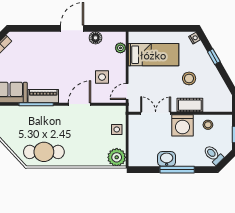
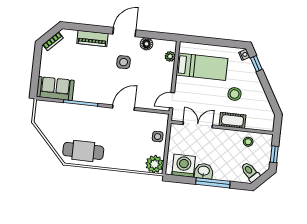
window: (214, 57) -> (256, 64), moved
side table: (102, 77) -> (124, 62), moved
piano: (43, 96) -> (92, 39), moved, turned 180
washing machine: (182, 125) -> (184, 166), moved, turned 180

